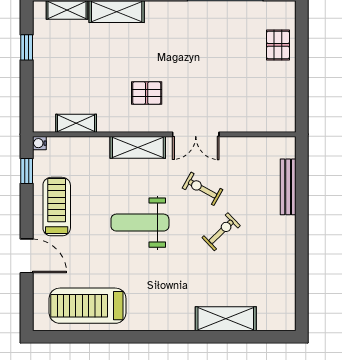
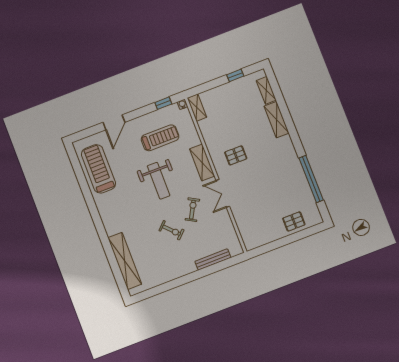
pallet: (147, 93) -> (236, 155), turned 90
shelving: (76, 123) -> (197, 108), moved
treadmill: (57, 207) -> (160, 138), moved
weight bench: (140, 223) -> (159, 181), turned 180
shelving: (226, 319) -> (125, 261), width x1.47

